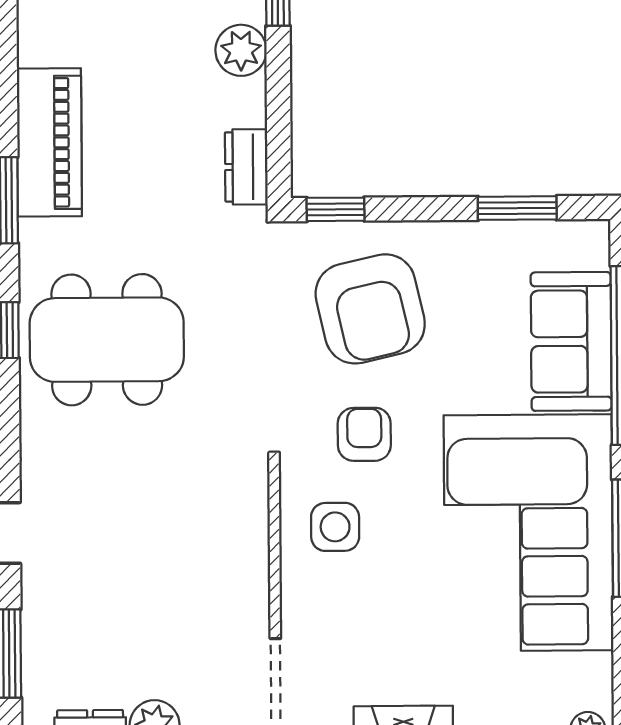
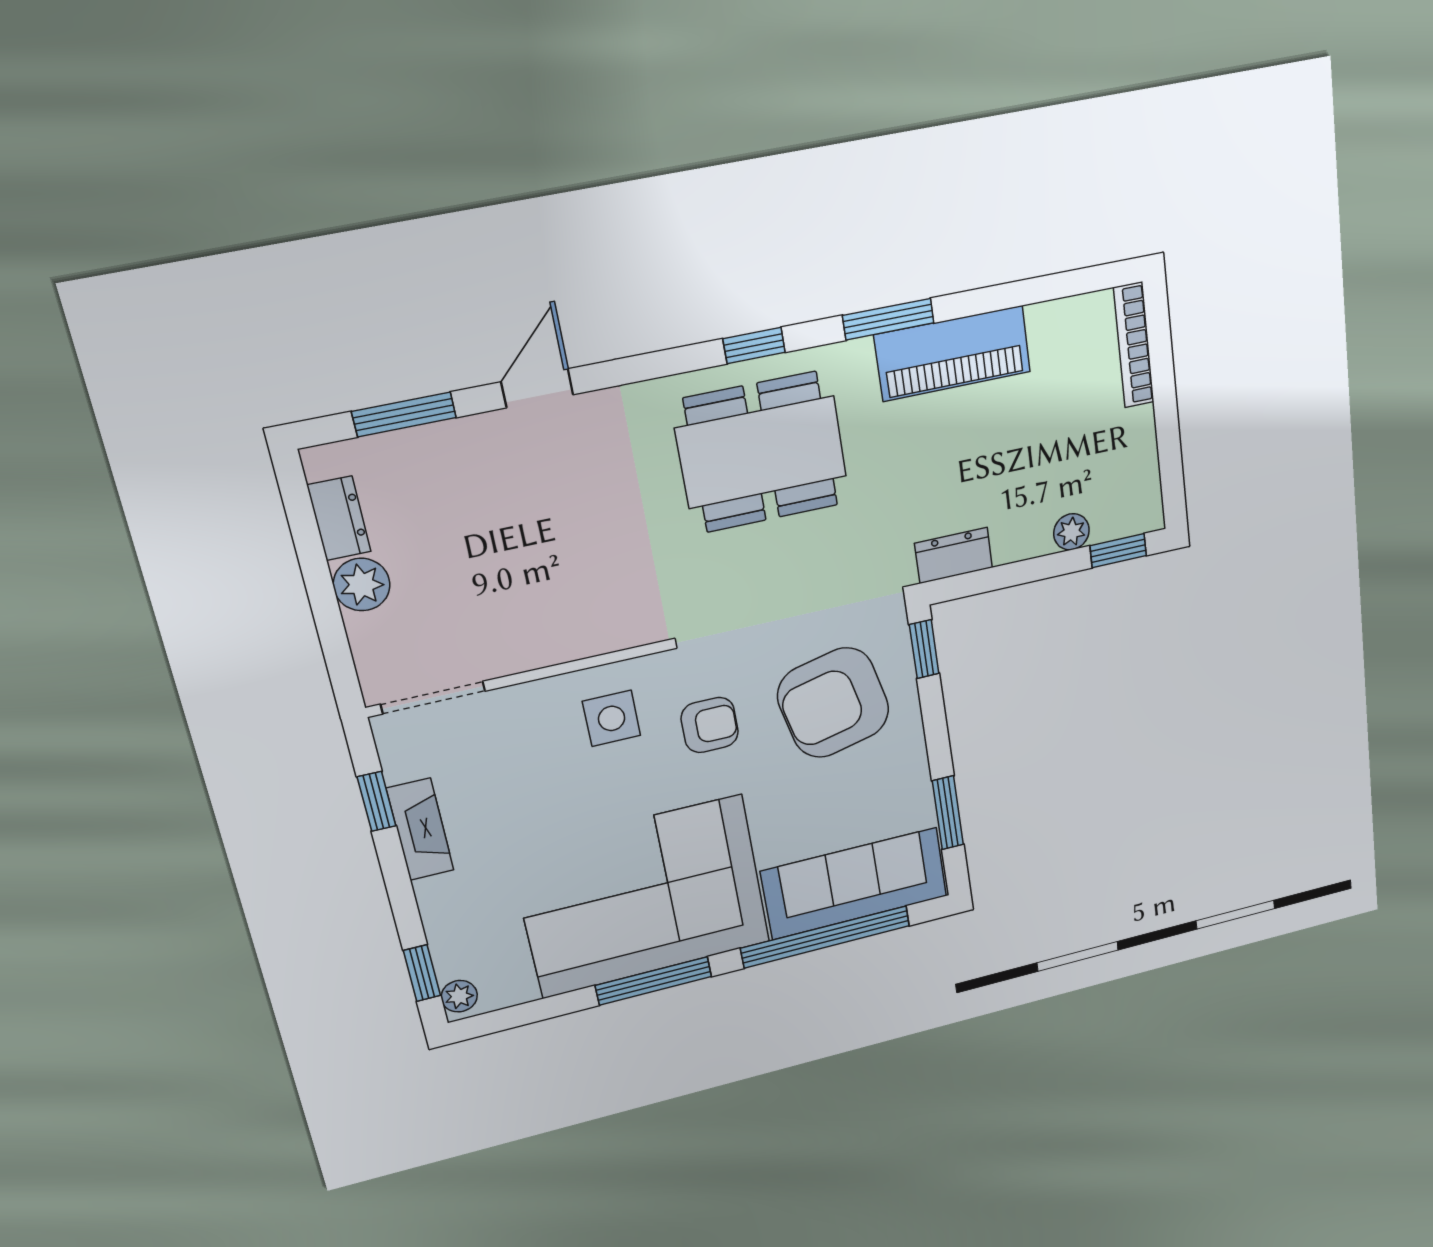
plant: (241, 50) -> (1071, 532), width x0.73, depth x0.73
dining table: (107, 340) -> (761, 452), turned 90
sofa: (571, 341) -> (854, 884), width x1.36

